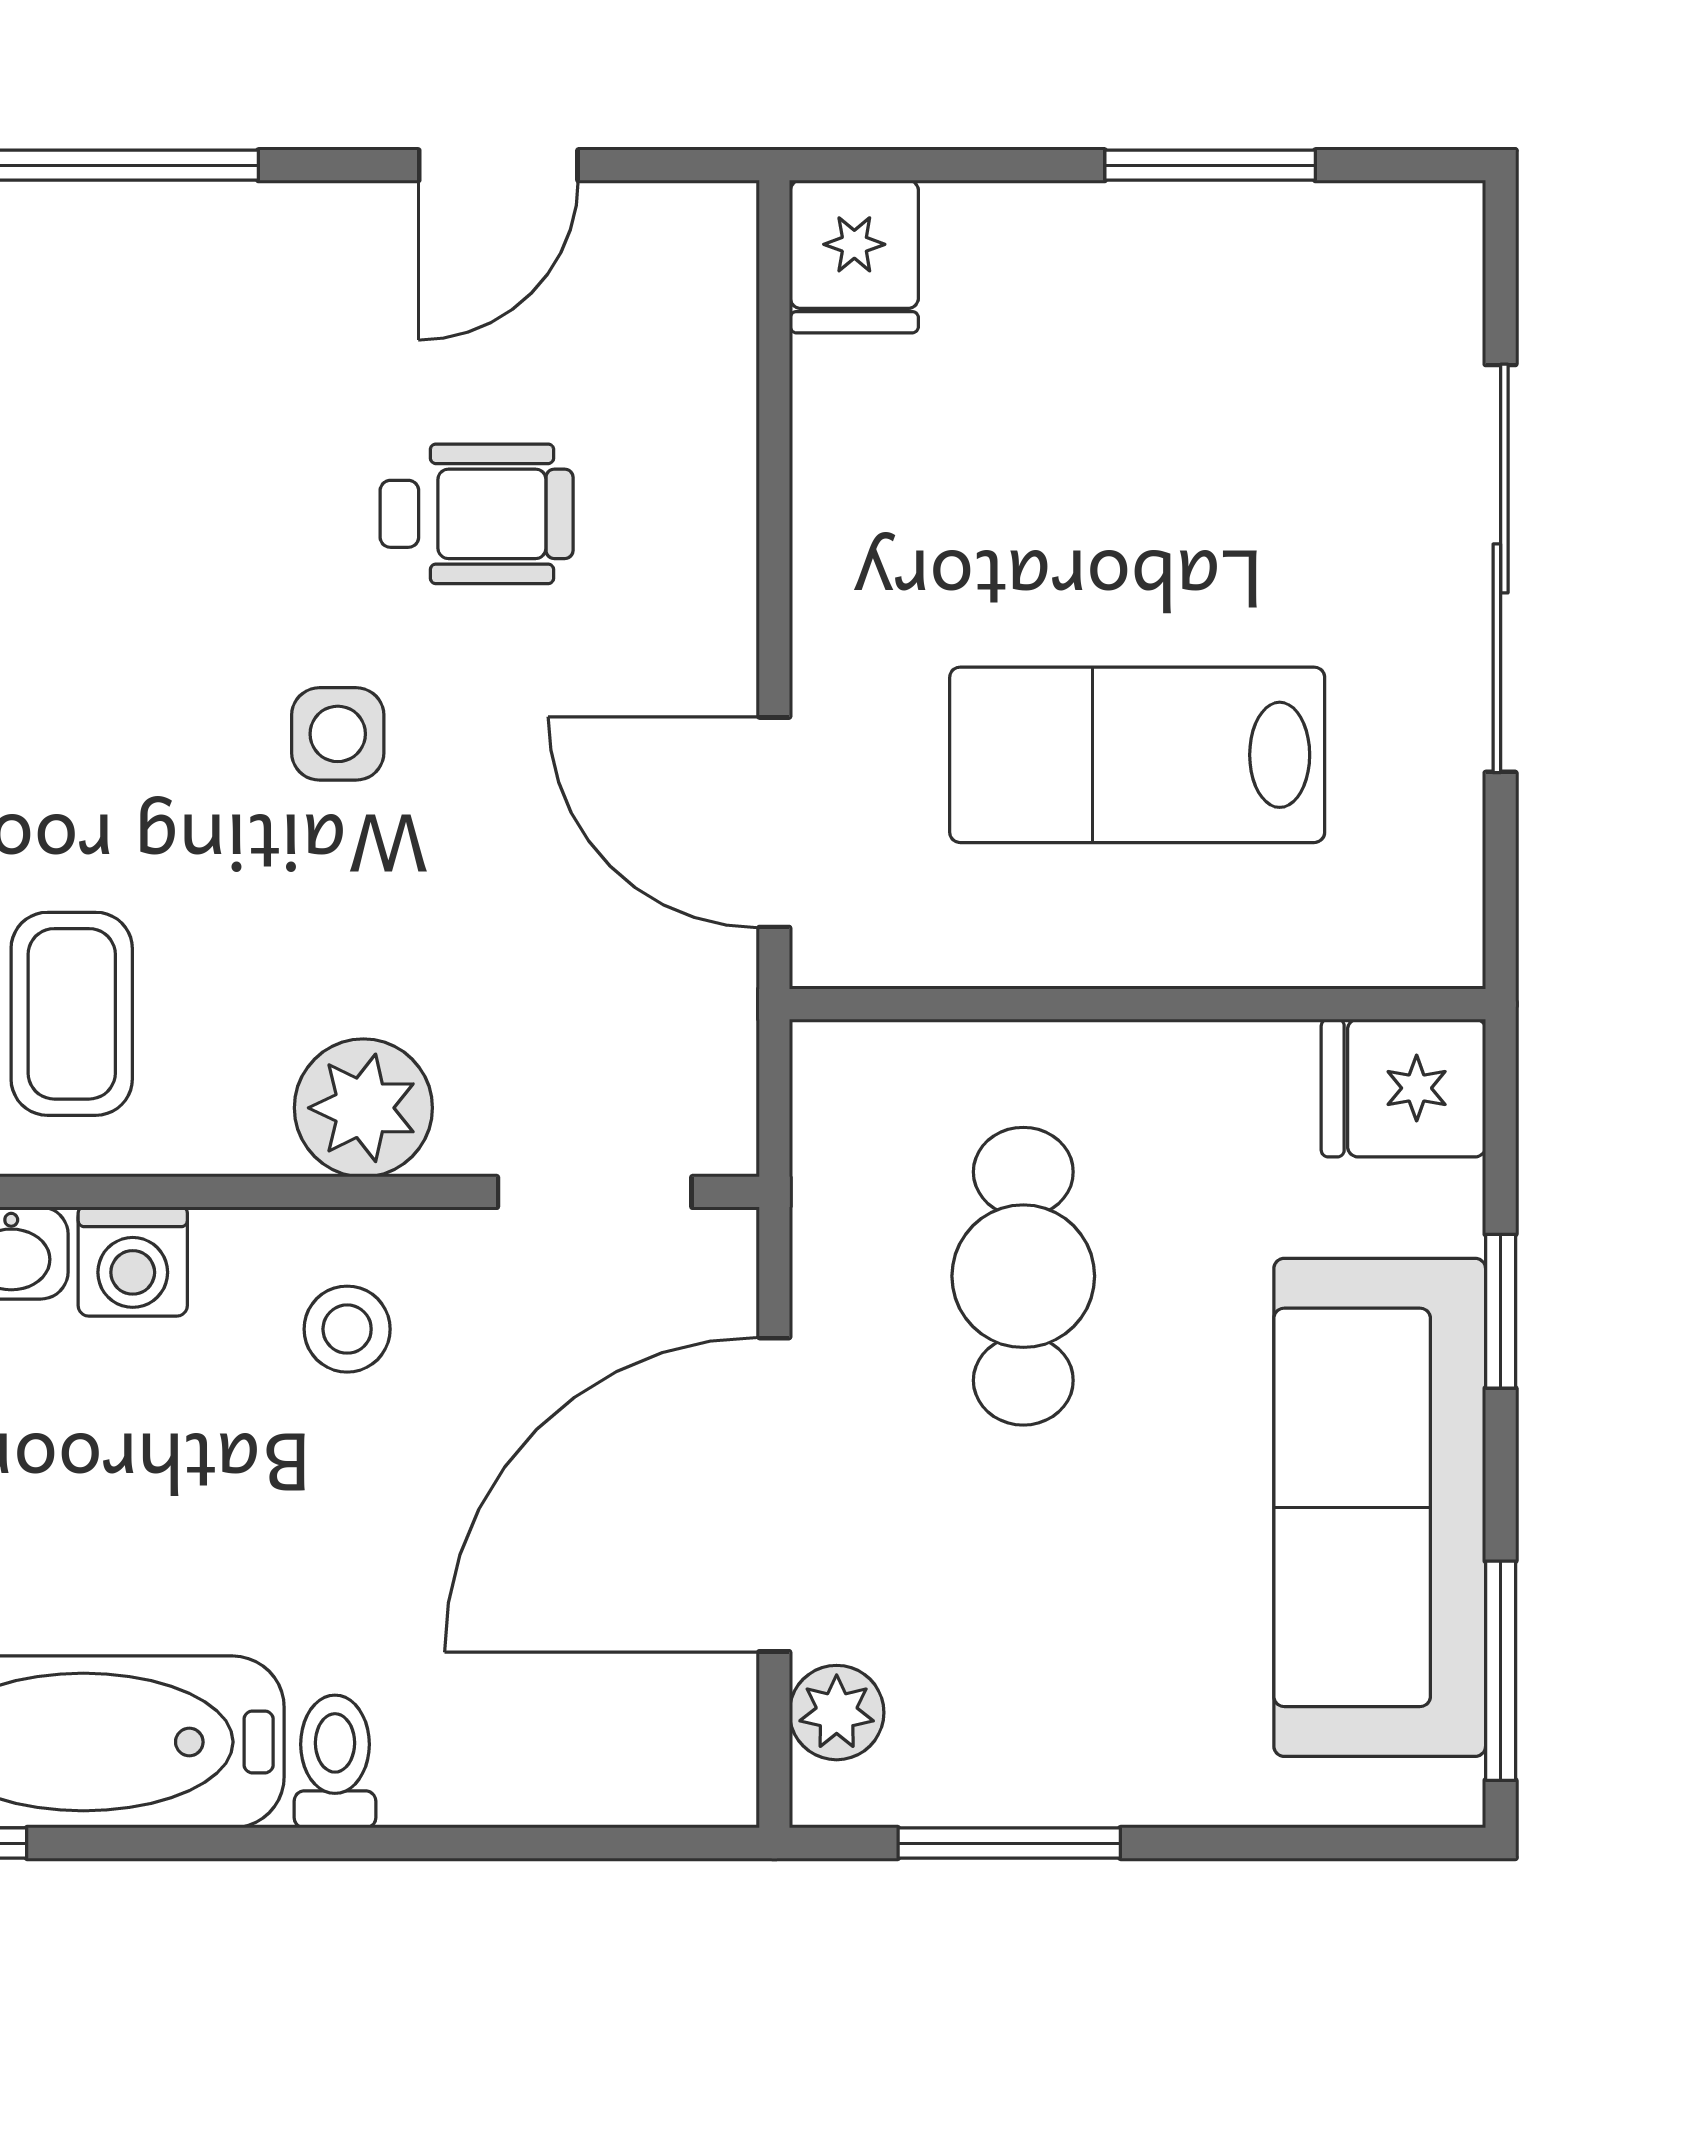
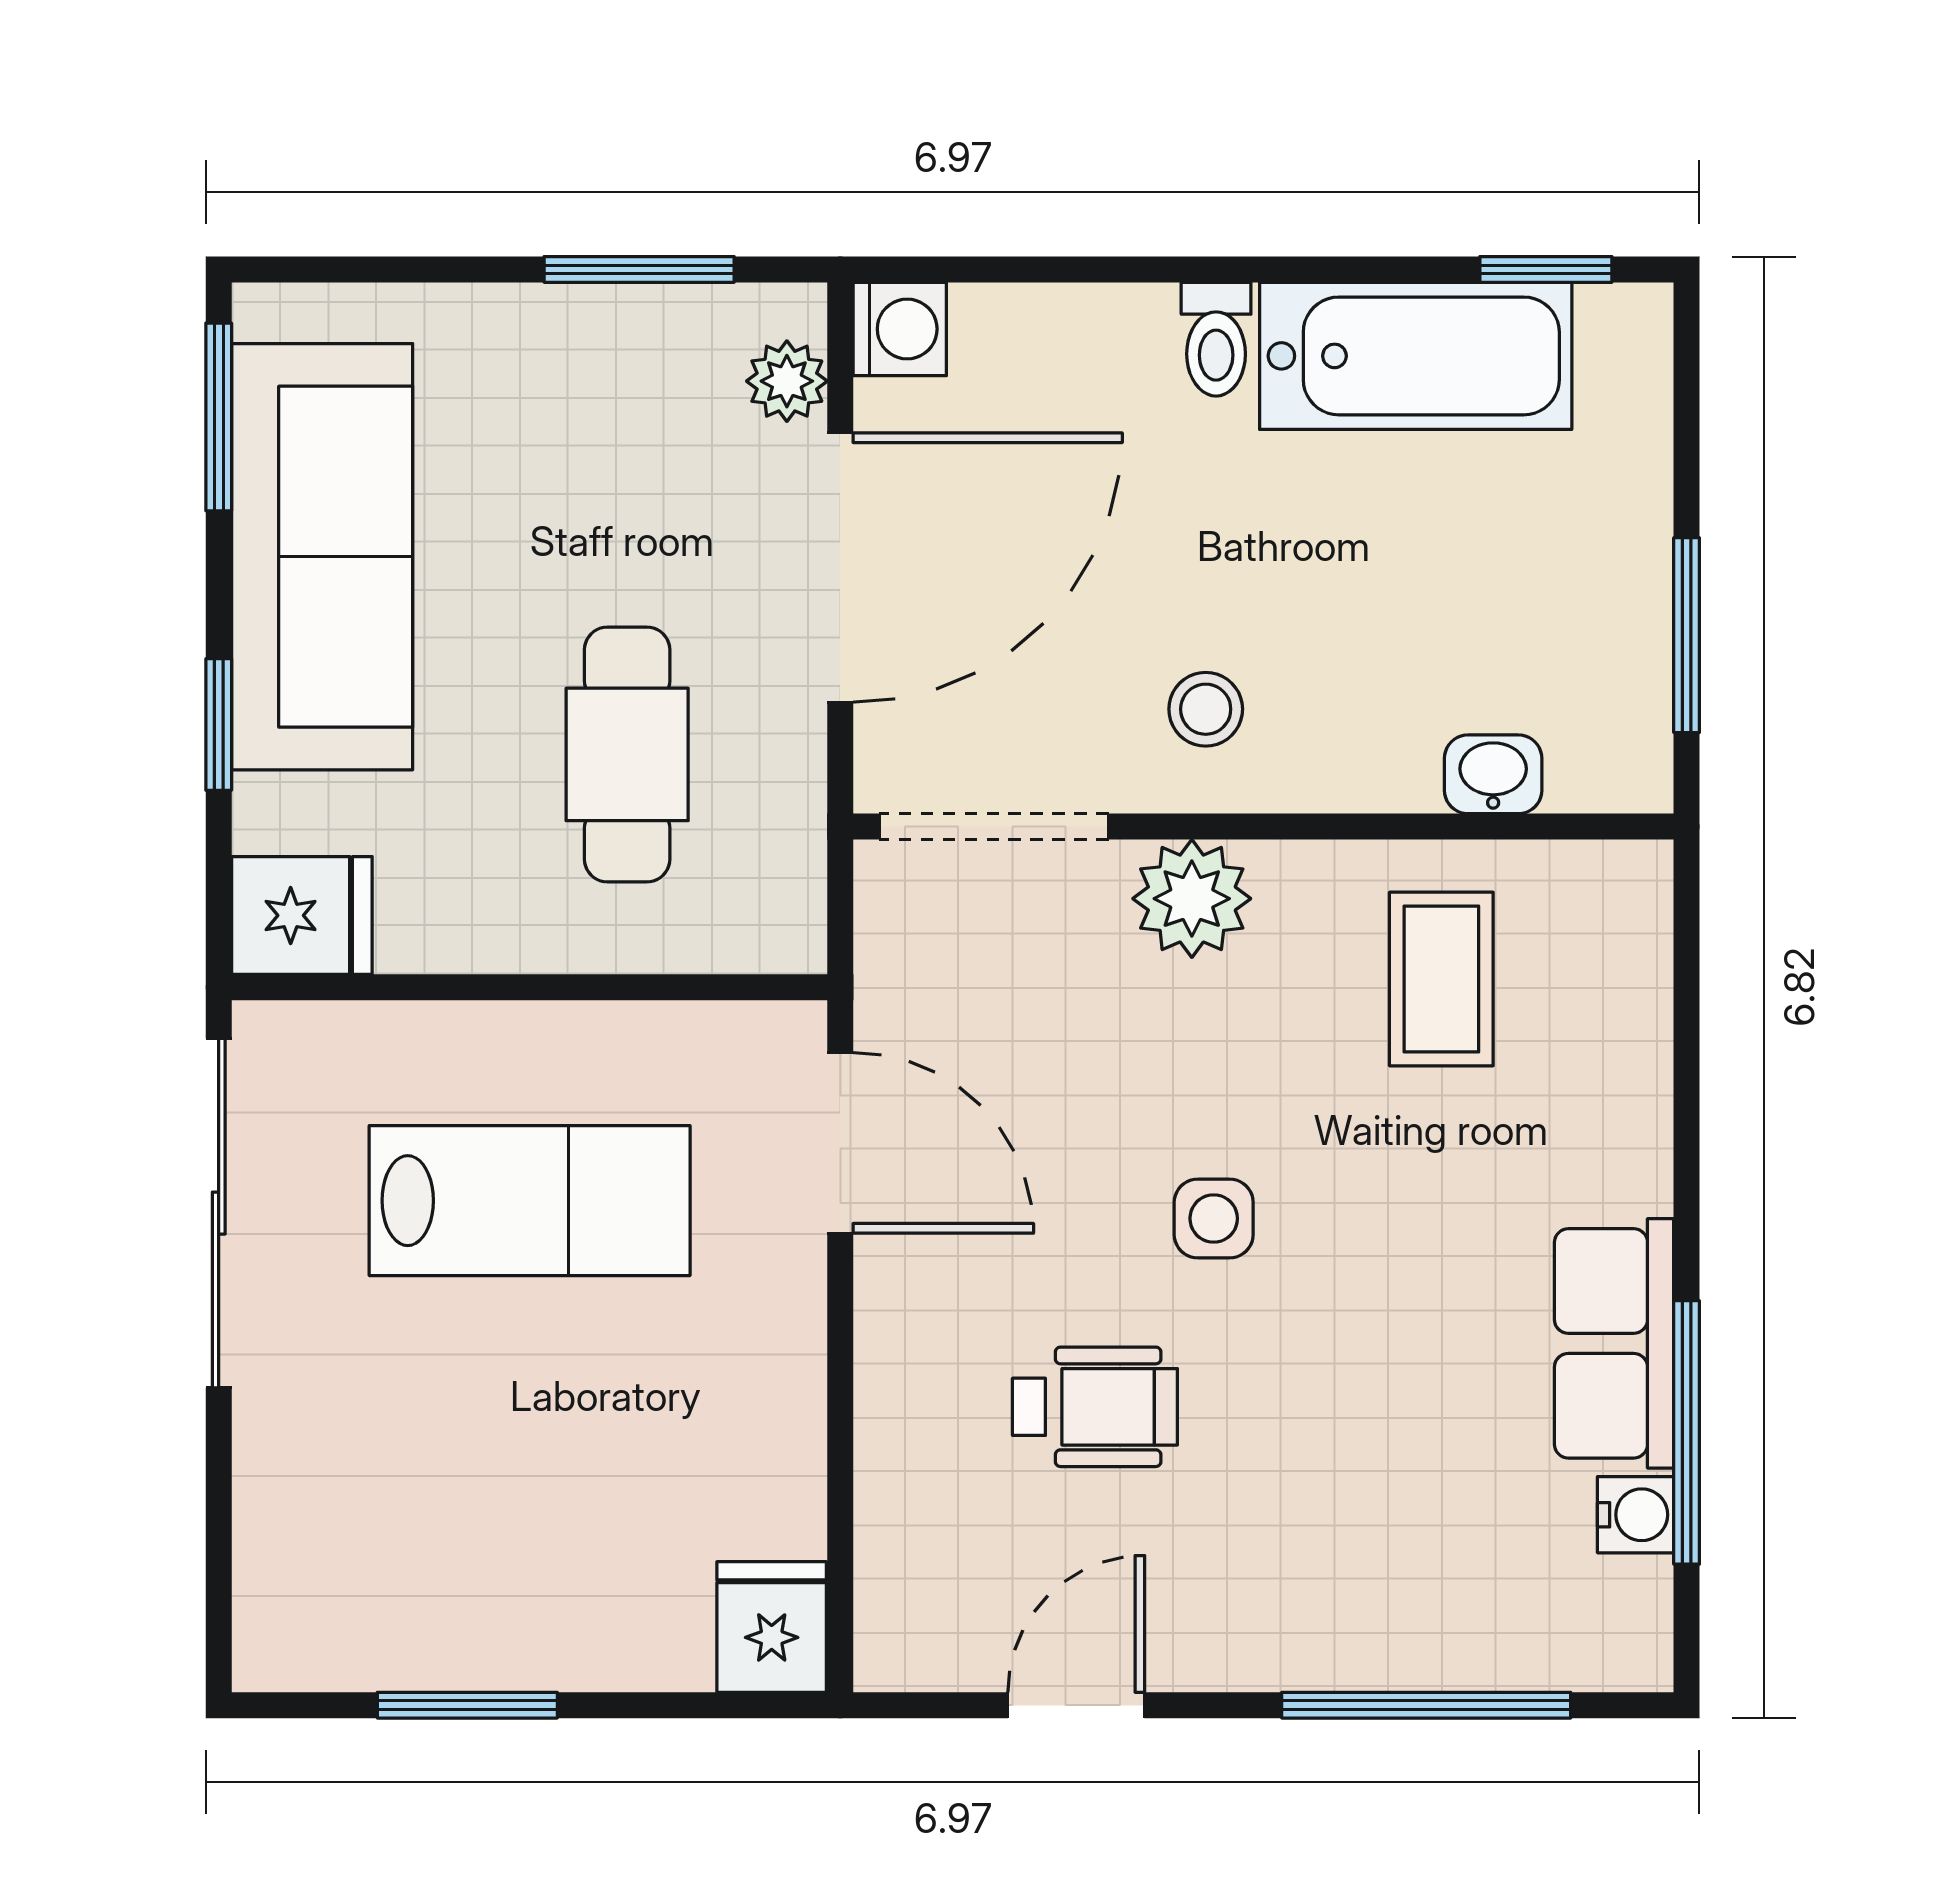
wheelchair: (477, 514) -> (1095, 1407), turned 180
sliding door: (1501, 568) -> (219, 1213), moved
doorway: (595, 1192) -> (994, 827), width x1.38
washing machine: (133, 1261) -> (900, 329), moved, turned 90

